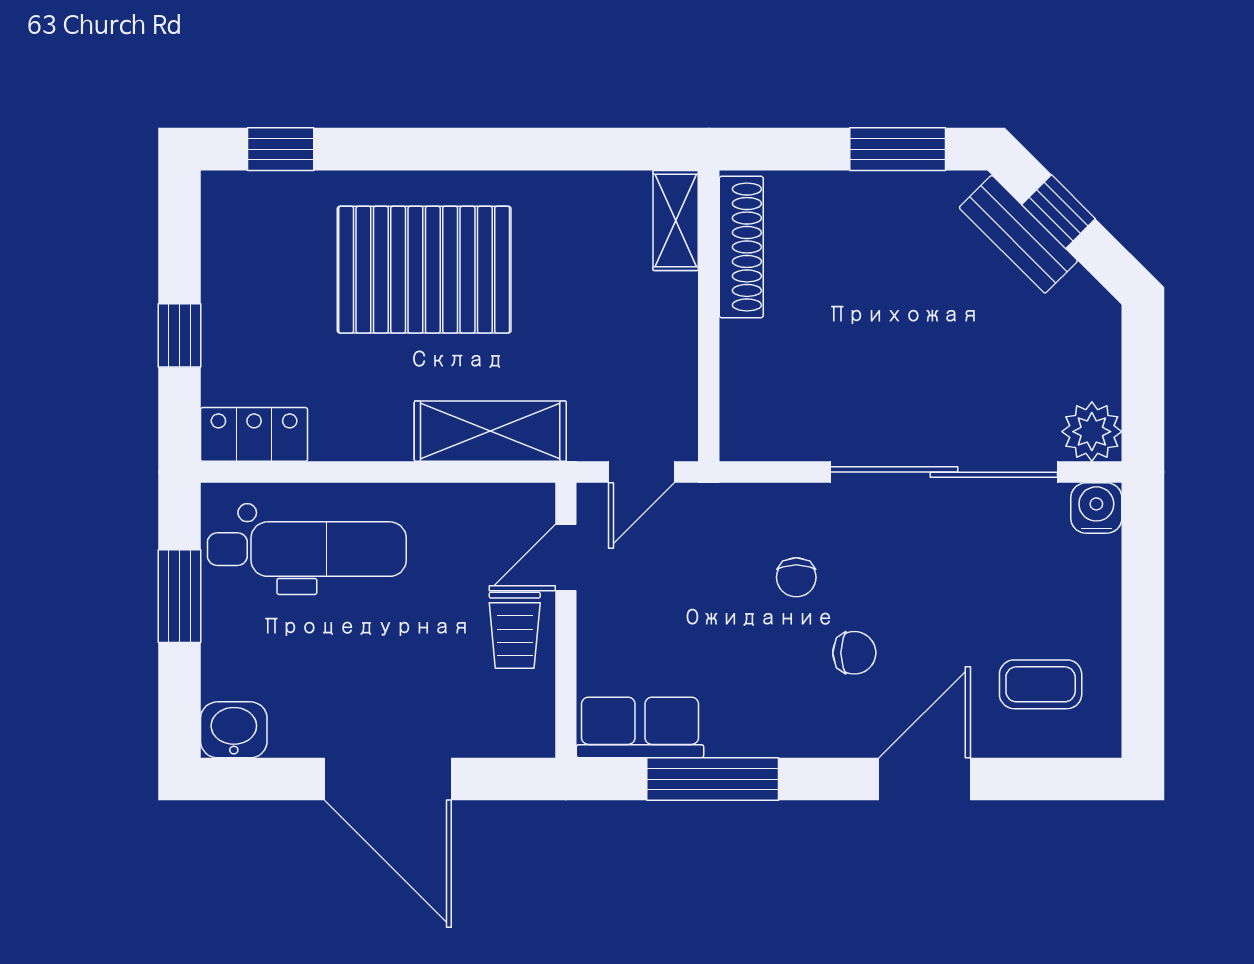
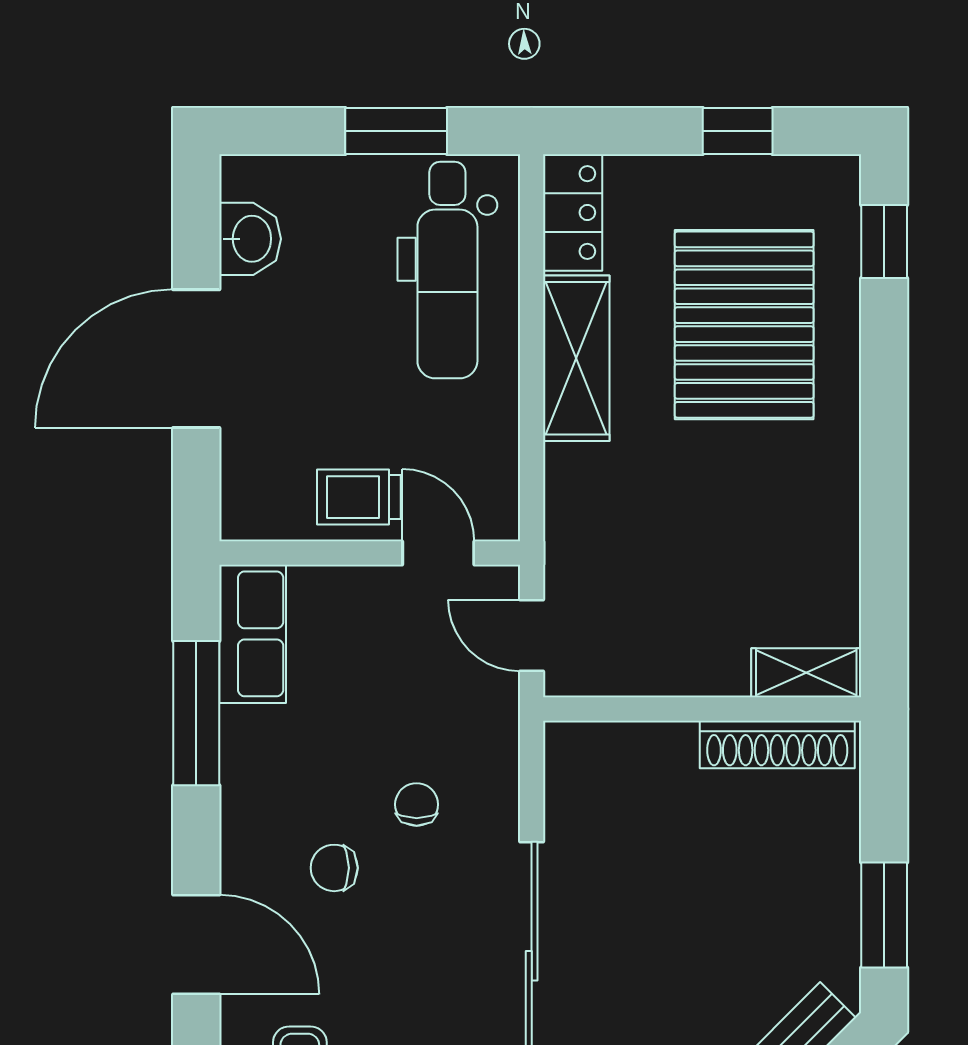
pallet: (424, 270) -> (744, 325), moved
window: (179, 335) -> (738, 131), moved
shelving: (490, 431) -> (576, 358), moved
chair: (796, 577) -> (417, 804), turned 90
chair: (854, 653) -> (334, 868), turned 90
washbasin: (234, 730) -> (250, 239), moved

